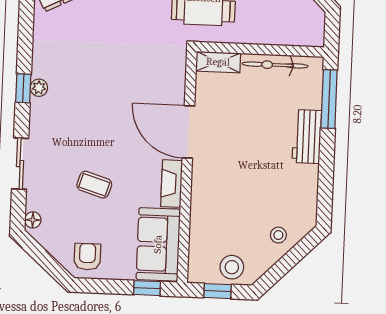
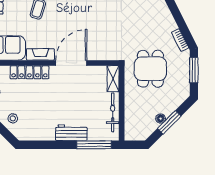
locker: (201, 203) -> (29, 72), added

